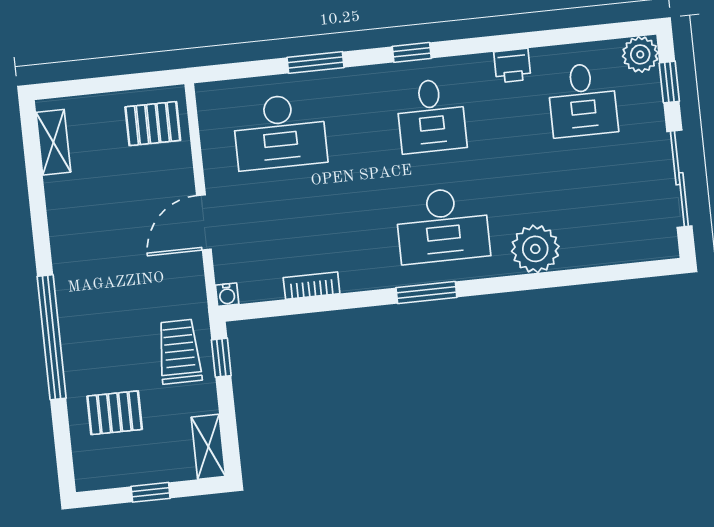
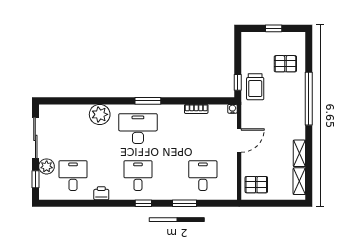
plant: (640, 54) -> (47, 166), moved
desk: (280, 132) -> (203, 176), width x0.73
shelving: (208, 447) -> (299, 153), moved

